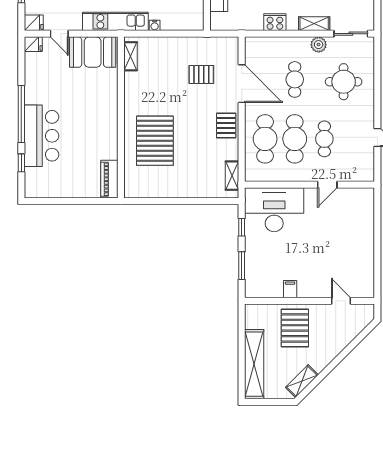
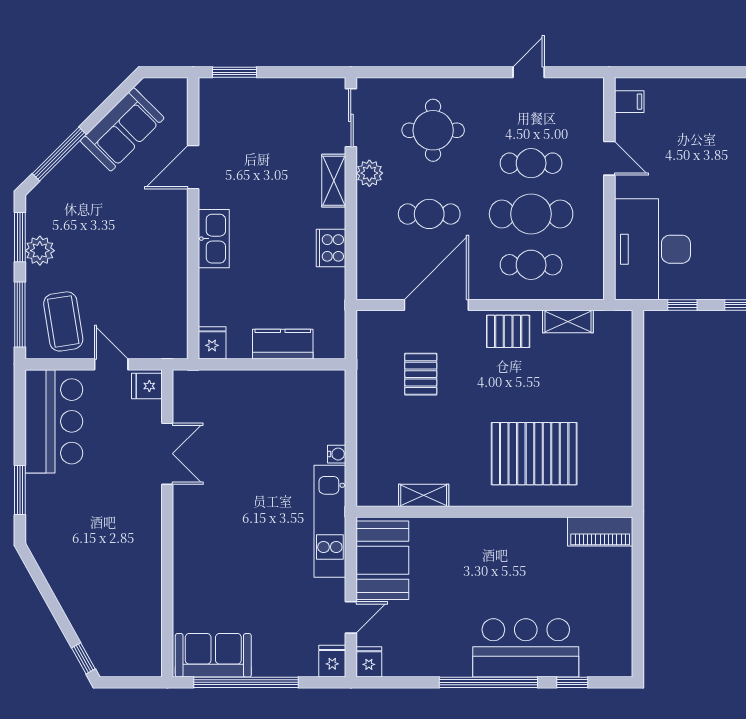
shelving: (130, 56) -> (424, 495), moved
cafe table: (265, 139) -> (531, 265), width x0.73, depth x0.74
shelving: (232, 176) -> (568, 321), moved
filing cabinet: (360, 196) -> (629, 102), added

